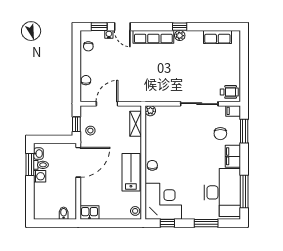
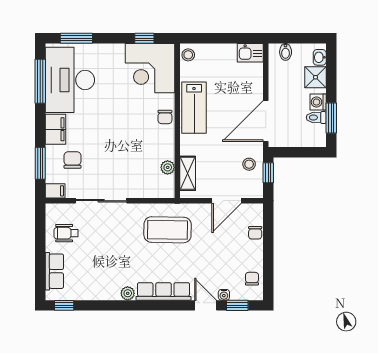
window: (180, 27) -> (64, 305), moved
row of seats: (217, 37) -> (54, 271), moved, turned 90
coffee table: (150, 82) -> (168, 230), added
wheelchair: (229, 92) -> (66, 233), moved
plant: (150, 111) -> (168, 167), moved
washbasin: (38, 154) -> (320, 57), moved
shower: (42, 194) -> (315, 77), added
window: (206, 223) -> (76, 38), moved

